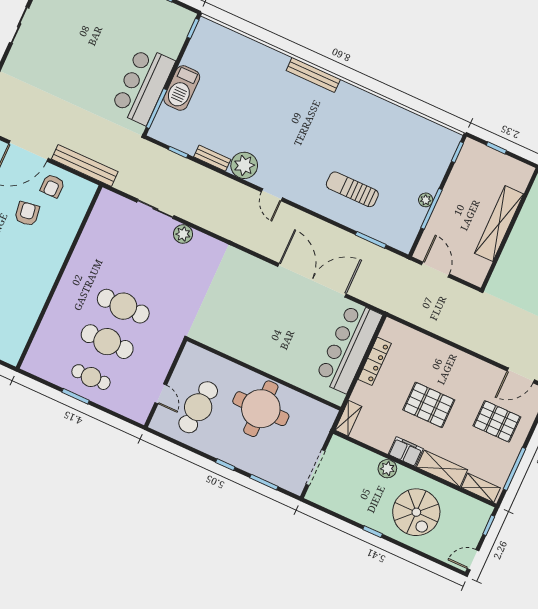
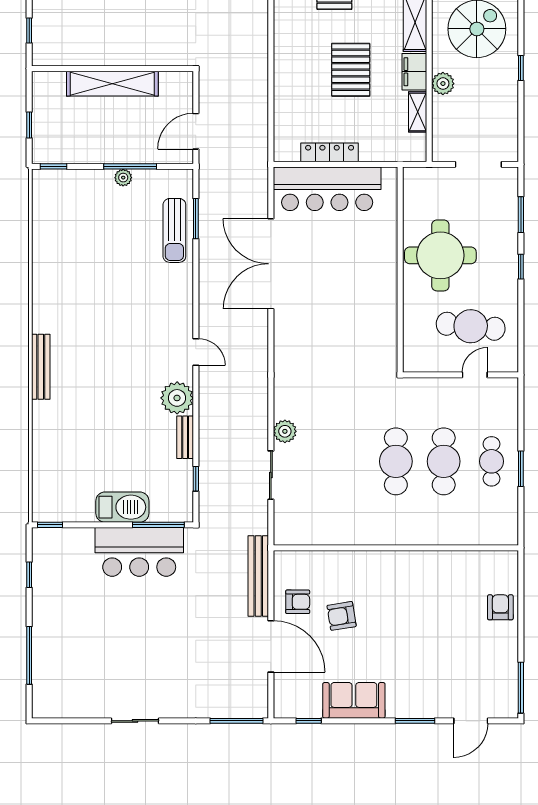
sun lounger: (352, 189) -> (174, 230), moved
door: (272, 195) -> (196, 352), hinge flipped
shelving: (348, 418) -> (418, 112), moved, turned 90

